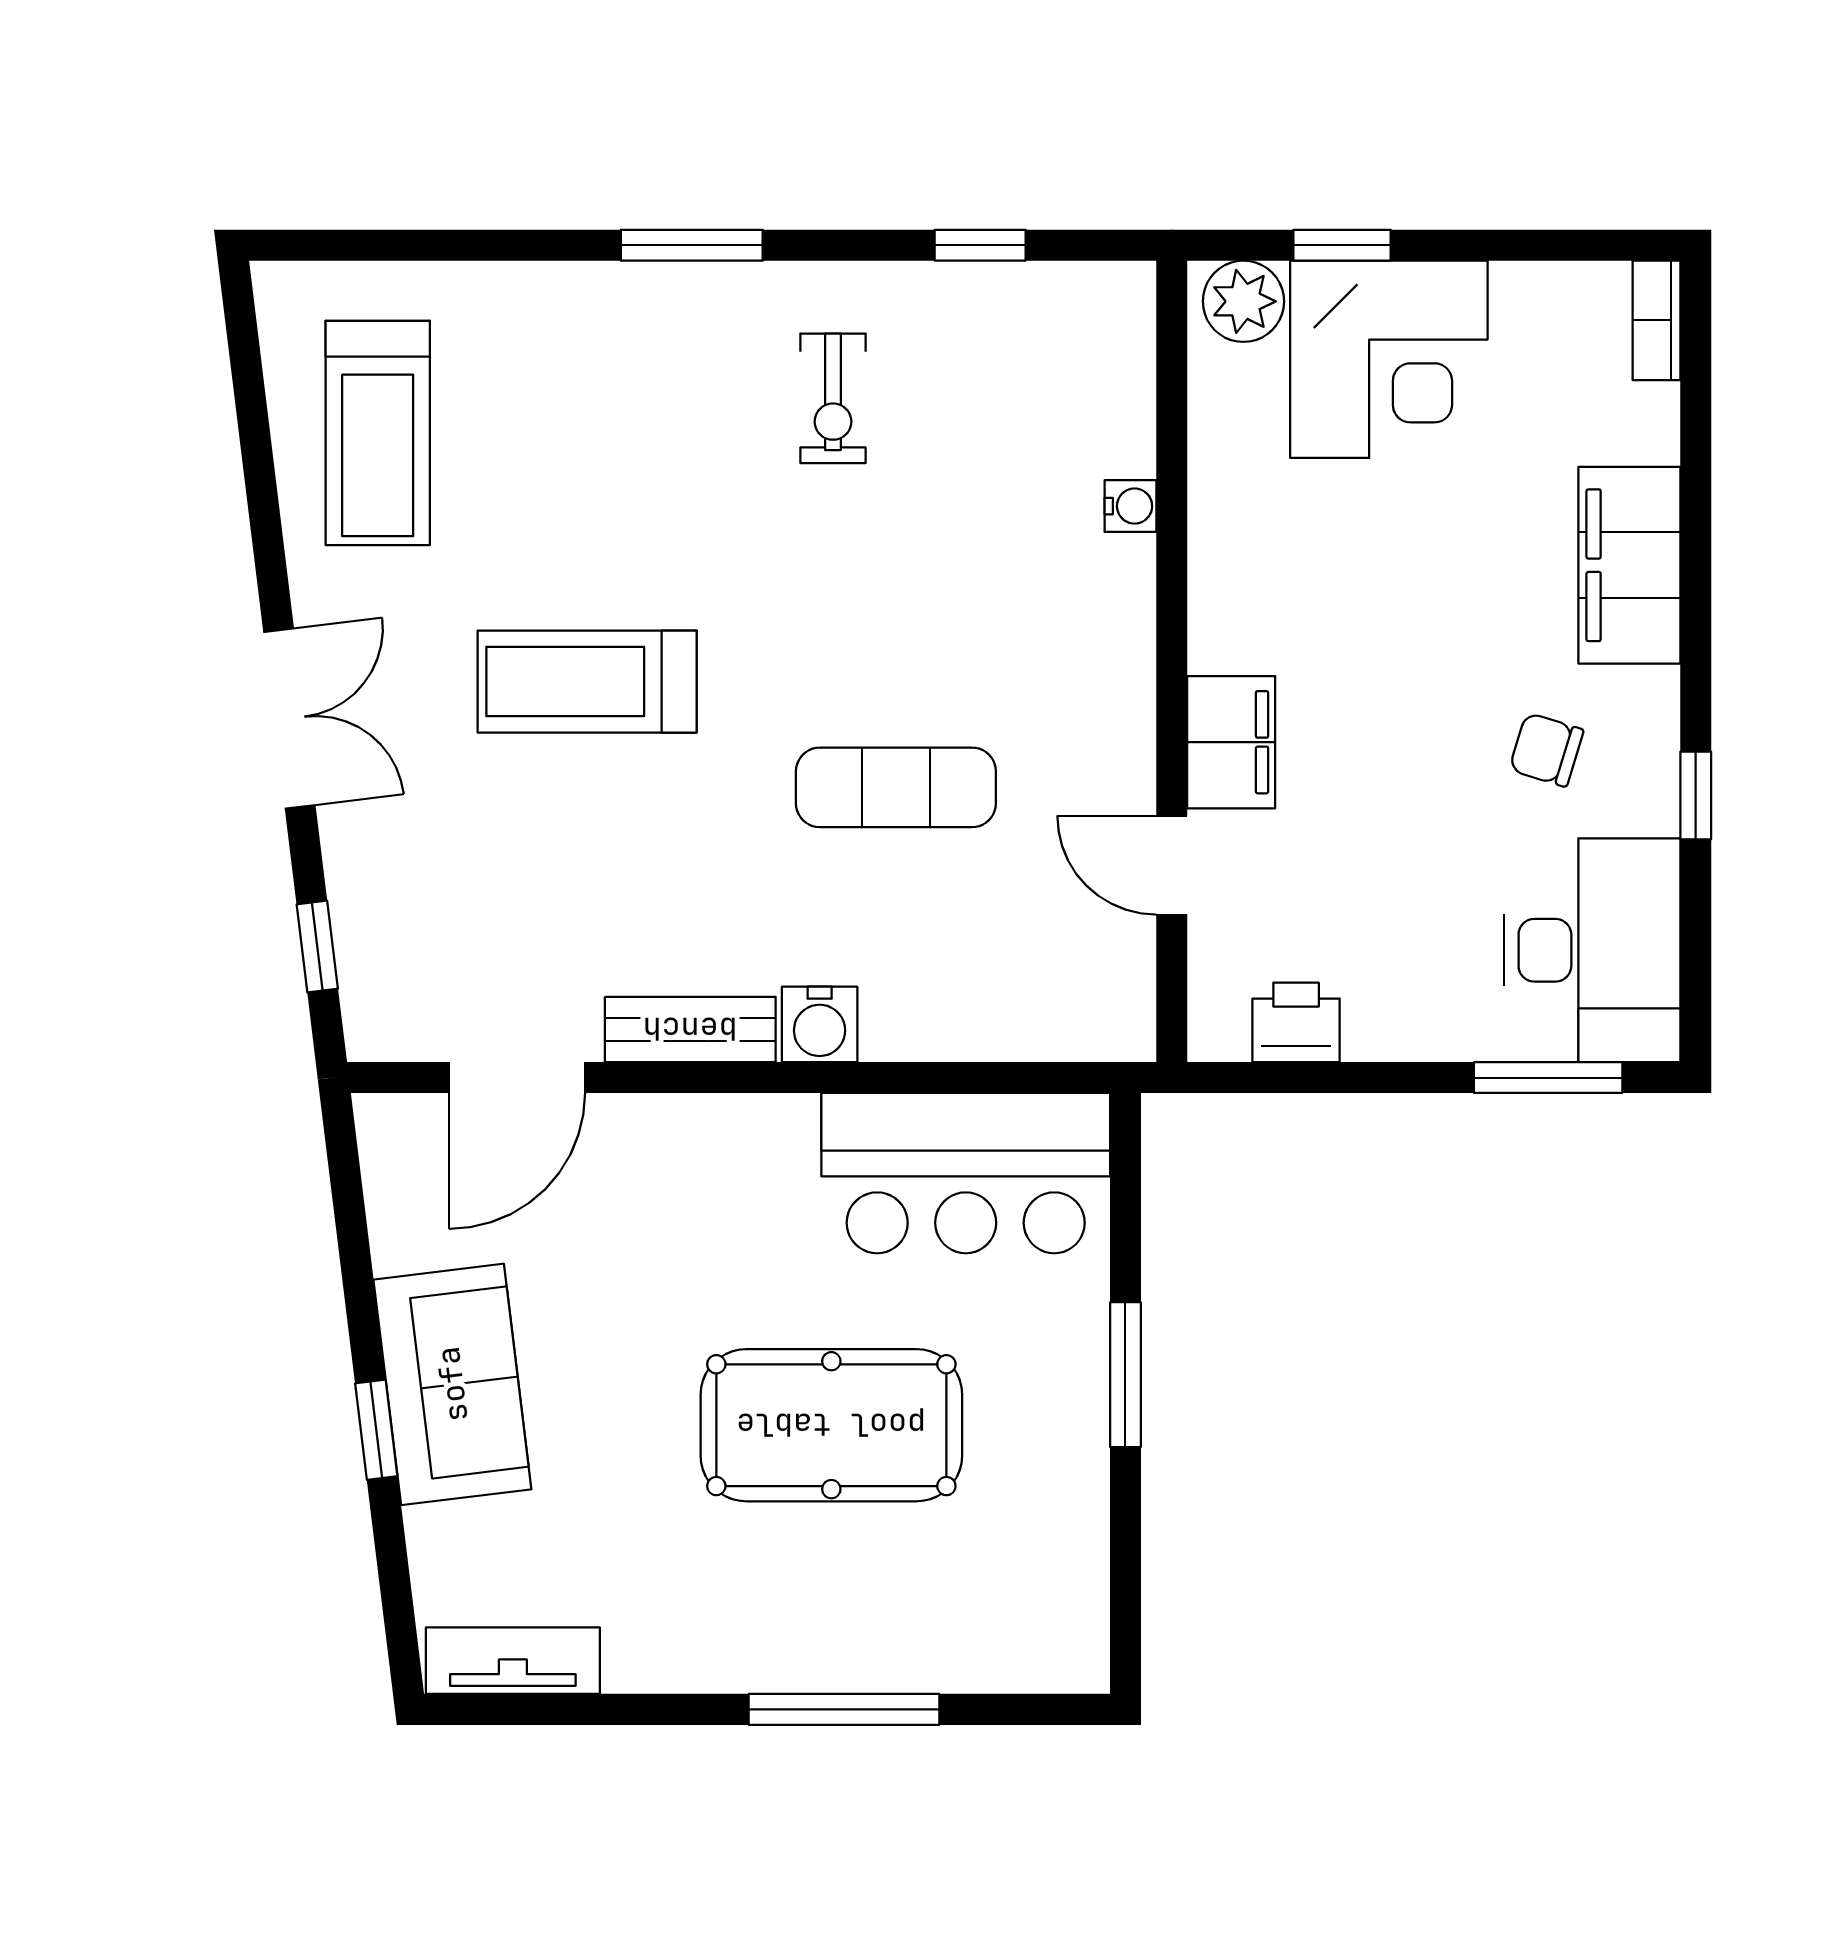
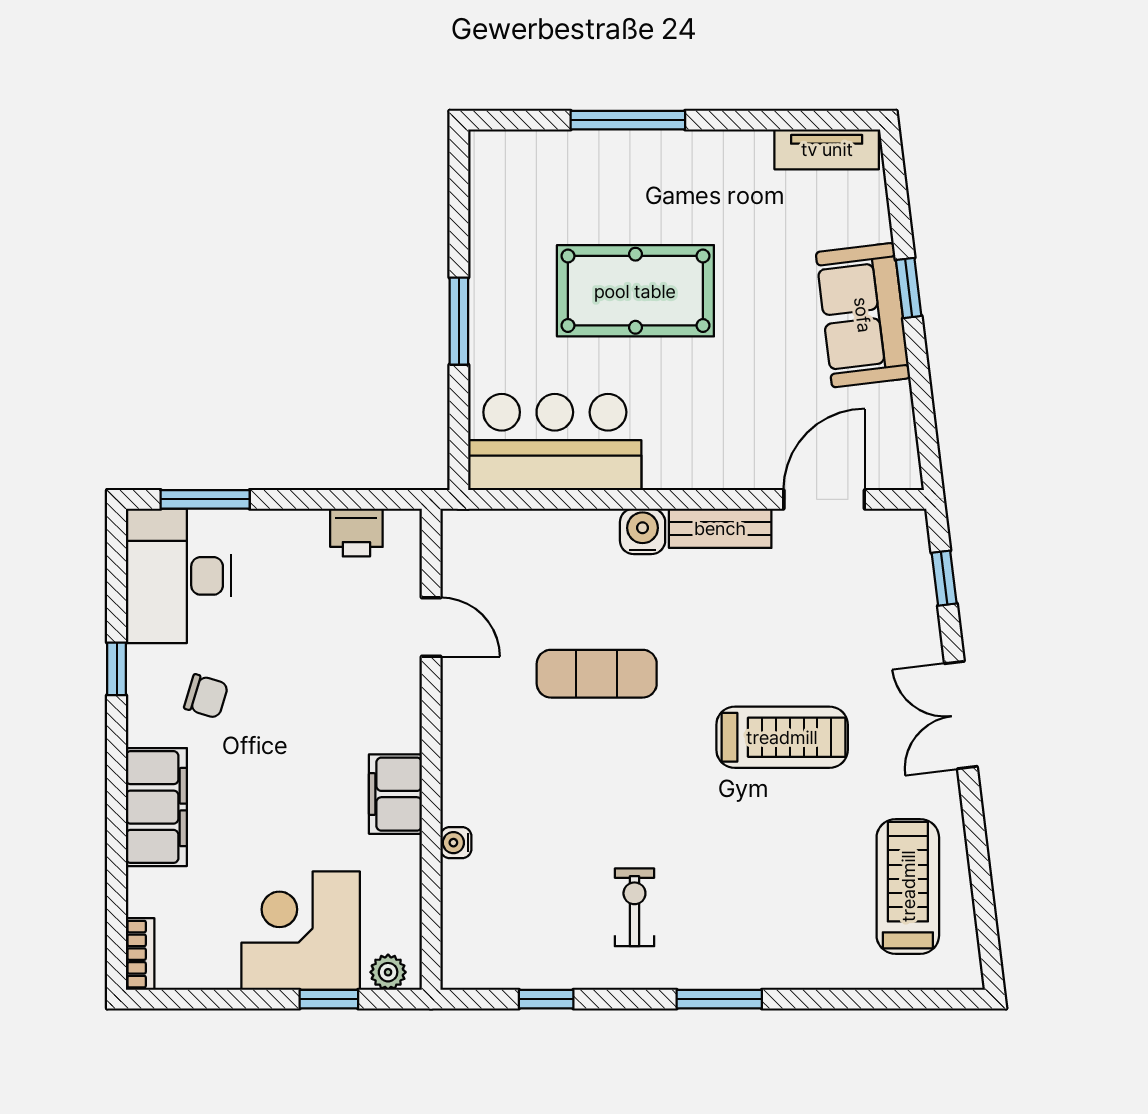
plant: (1243, 301) -> (388, 972), width x0.73, depth x0.73
filing cabinet: (1231, 742) -> (395, 794), moved

